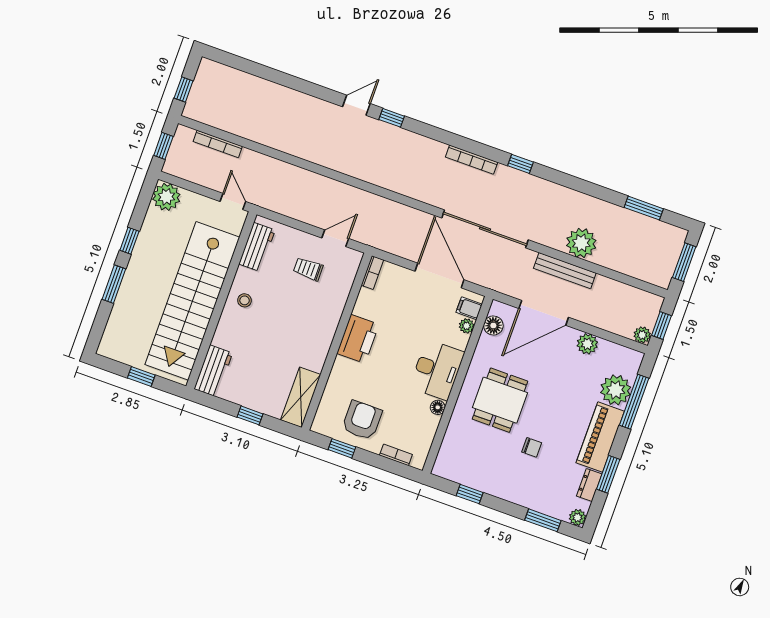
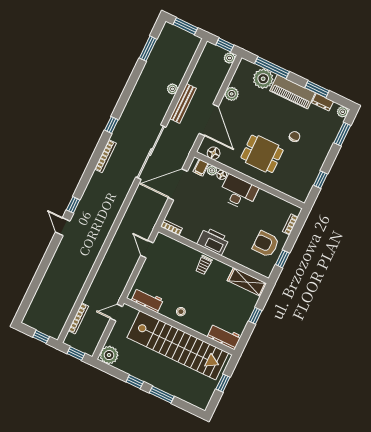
plant: (581, 243) -> (172, 89), width x0.53, depth x0.53
trolley: (308, 269) -> (204, 265), moved
floor lamp: (438, 407) -> (222, 175), moved

